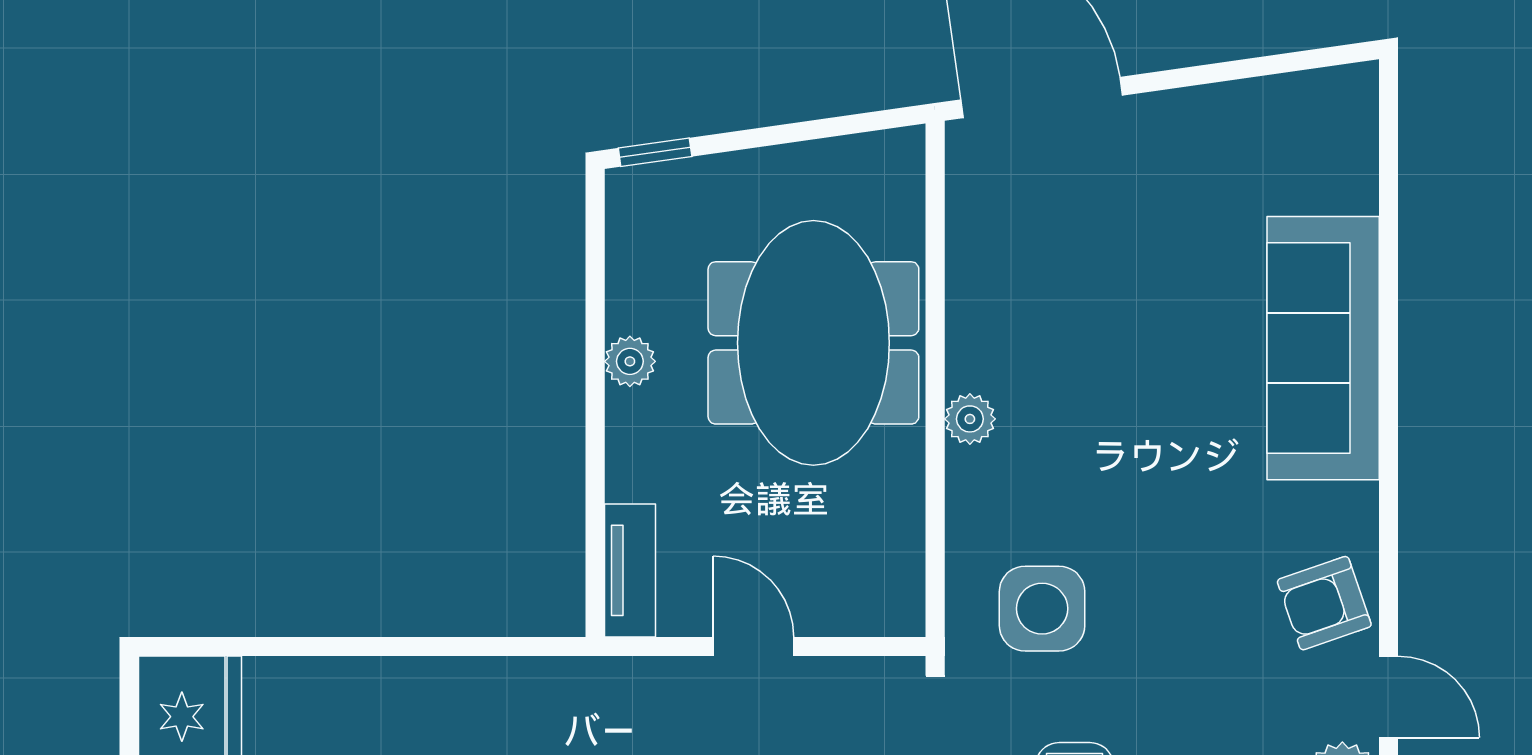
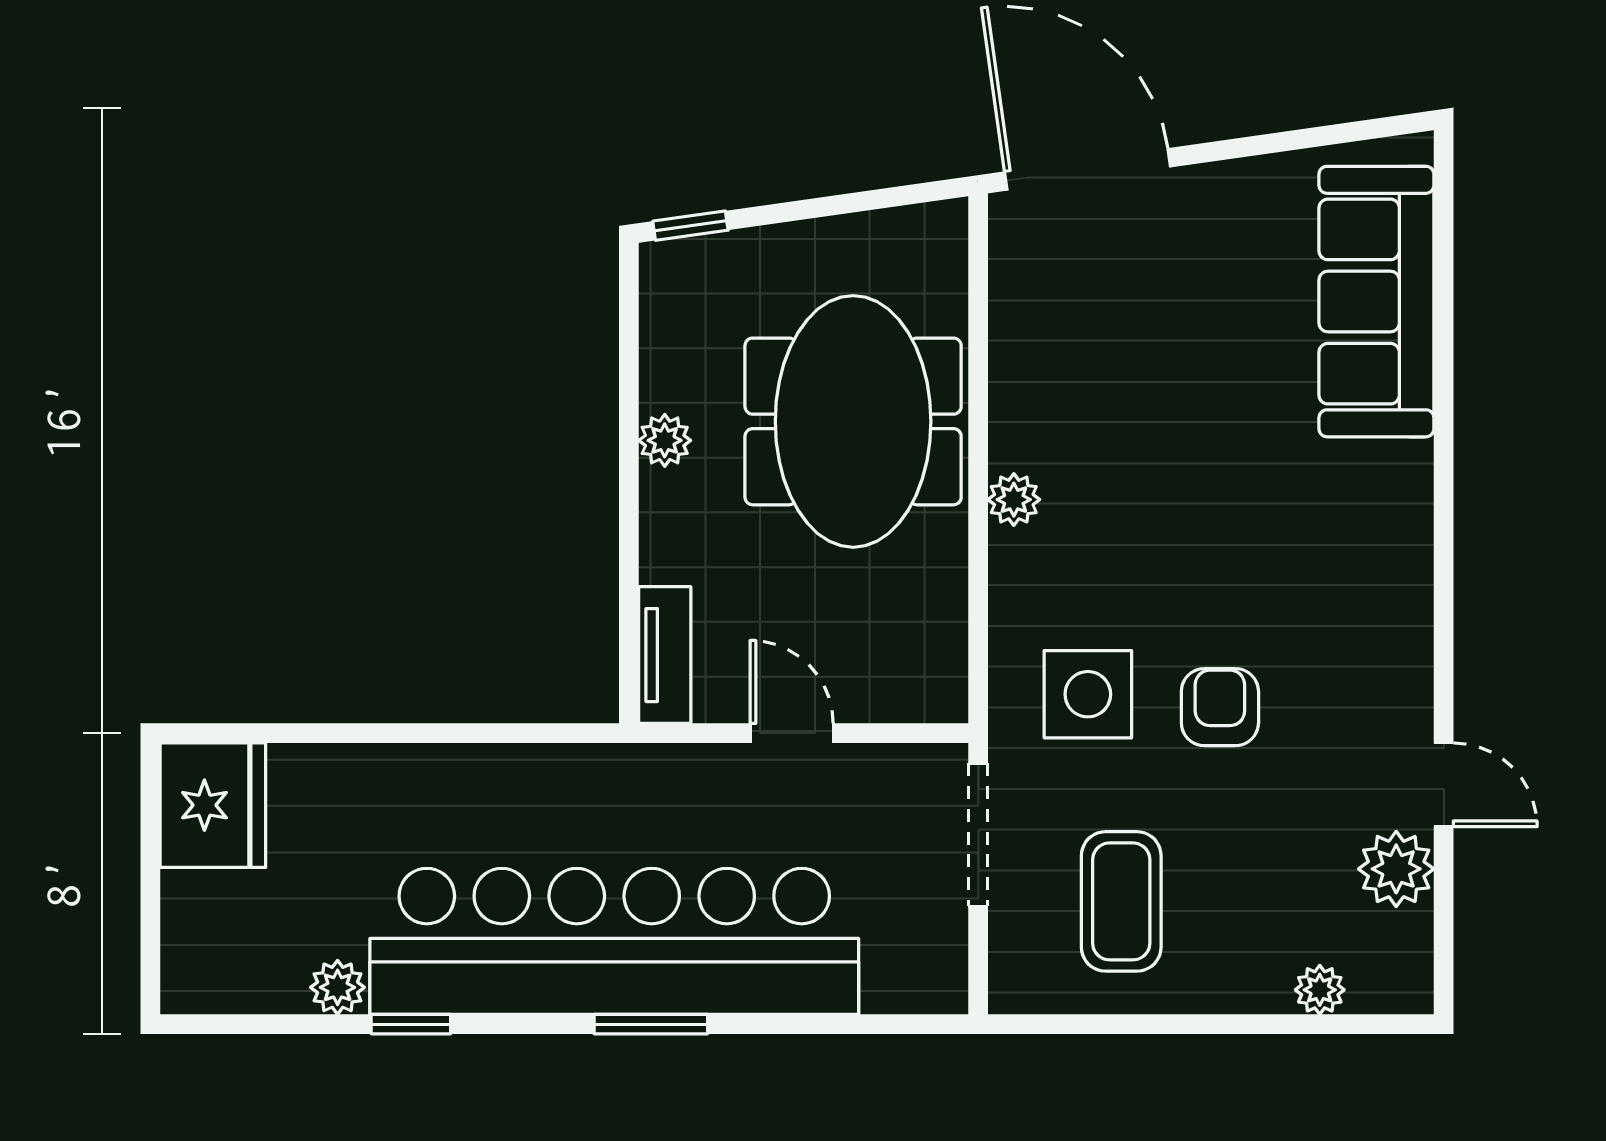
sofa: (1323, 348) -> (1376, 302), moved
armchair: (1324, 603) -> (1220, 707), moved, turned 109

